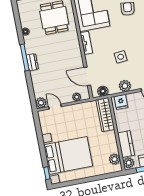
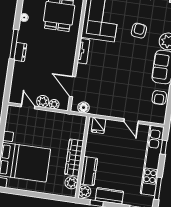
side table: (121, 57) -> (114, 78), removed
plant: (125, 86) -> (108, 110), removed
plant: (41, 103) -> (43, 101), moved
wardrobe: (105, 115) -> (74, 158), moved

